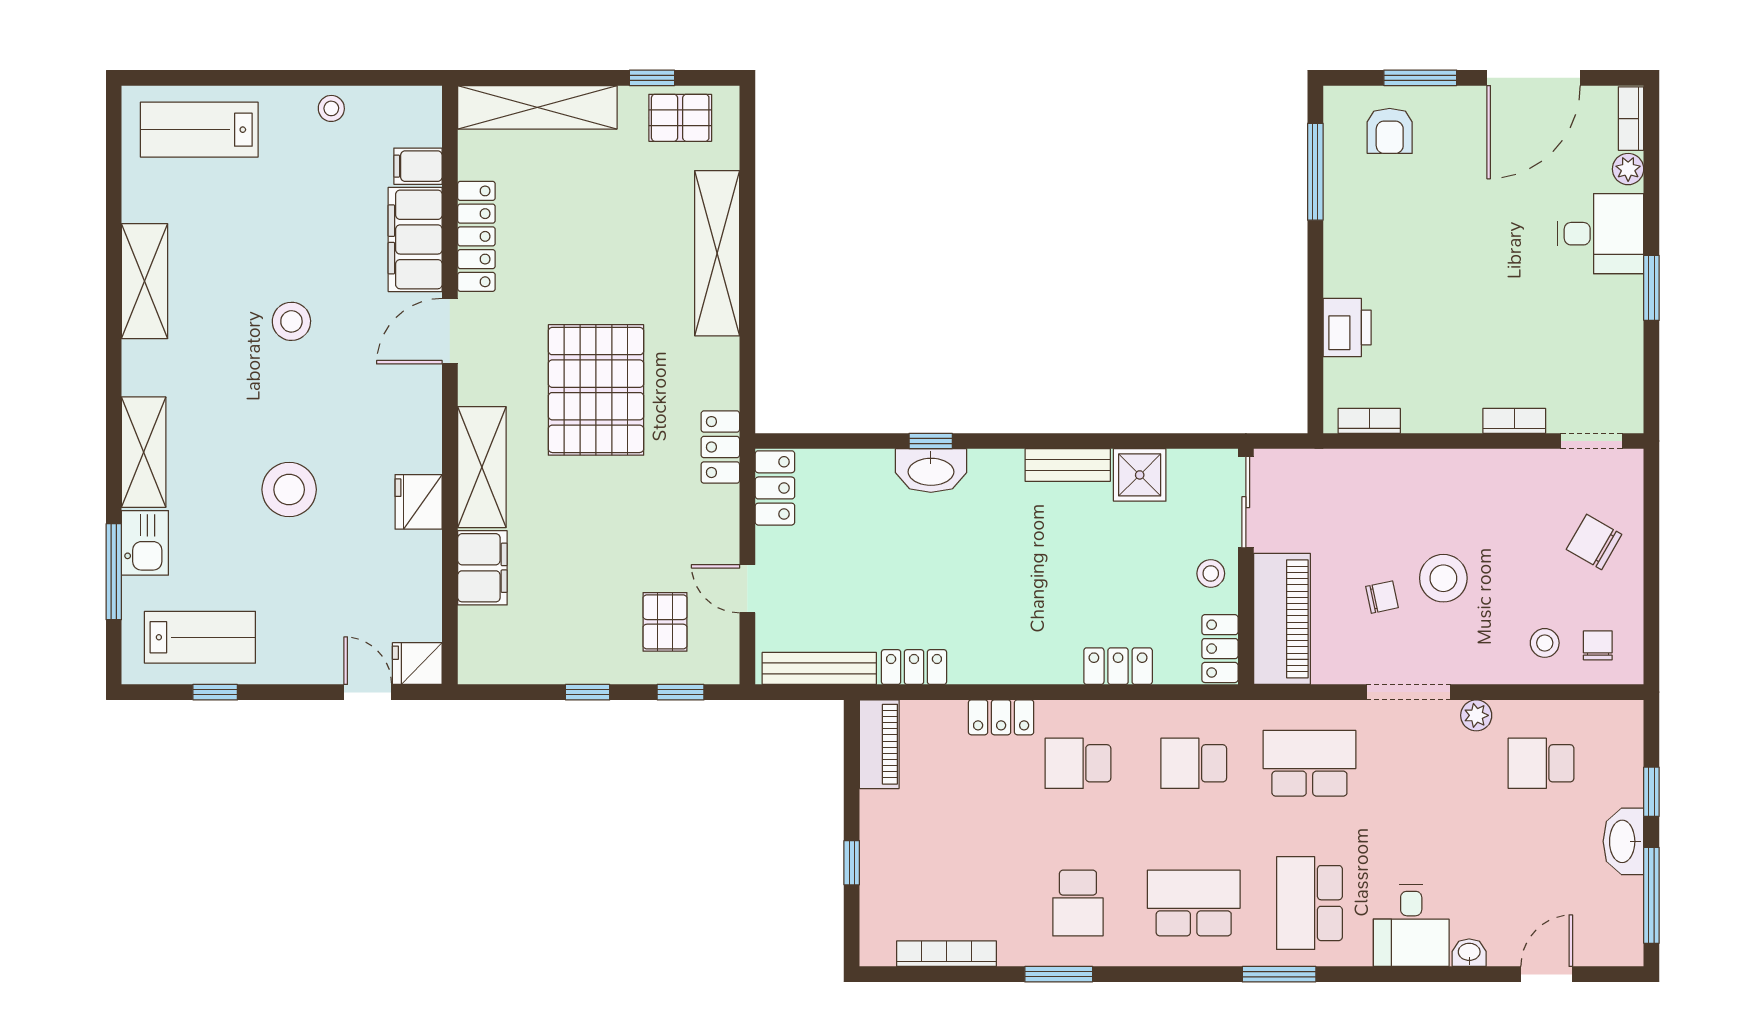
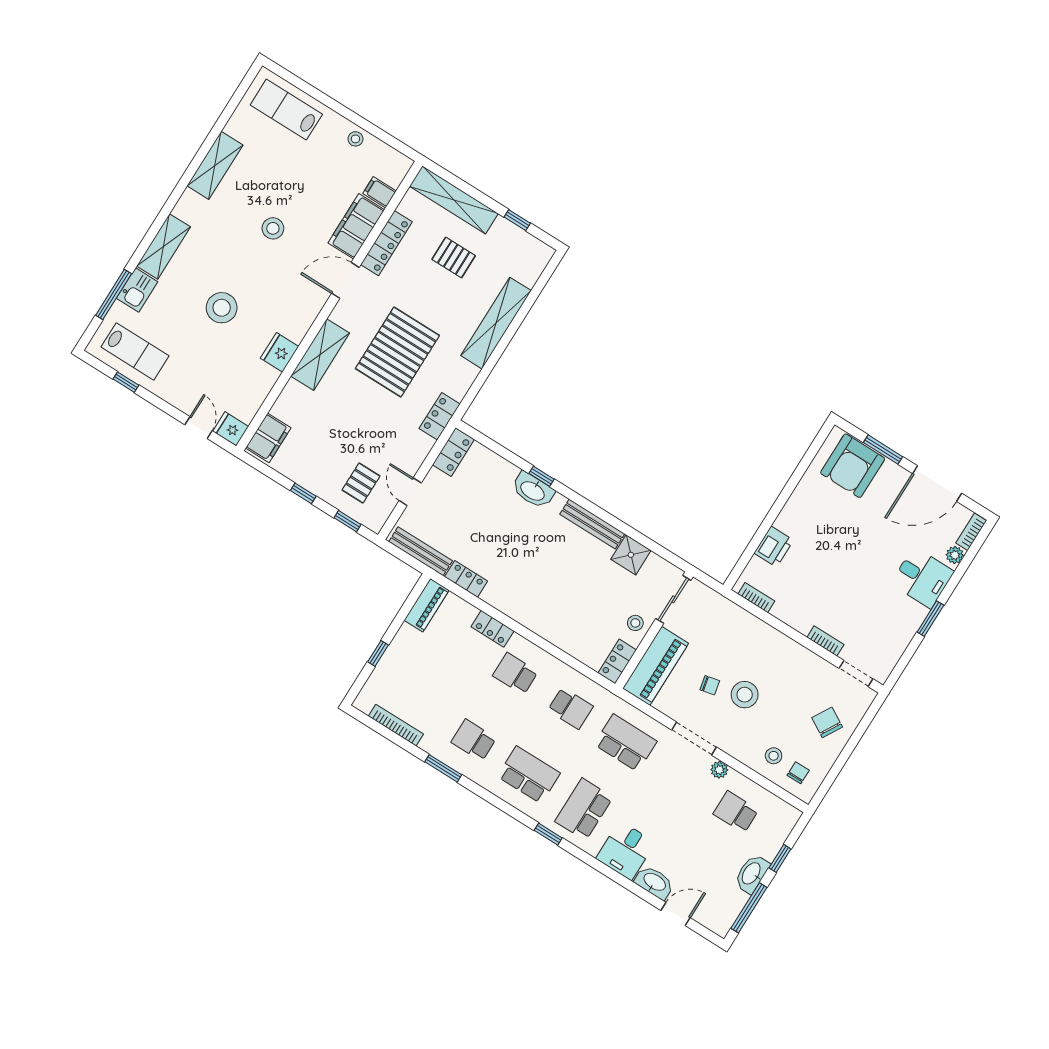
pallet: (680, 118) -> (454, 257), moved
armchair: (1390, 131) -> (853, 466), width x1.88, depth x1.88
window: (1315, 172) -> (805, 463), removed
bench: (1068, 465) -> (592, 524), width x1.36
filing cabinet: (482, 568) -> (268, 438), moved
locker: (1118, 666) -> (563, 639), removed
school desk: (1194, 763) -> (570, 708), turned 180
school desk: (1078, 903) -> (474, 740), turned 90
washbasin: (1469, 953) -> (654, 882), width x1.91, depth x1.45
window: (1279, 974) -> (548, 834), width x0.67

